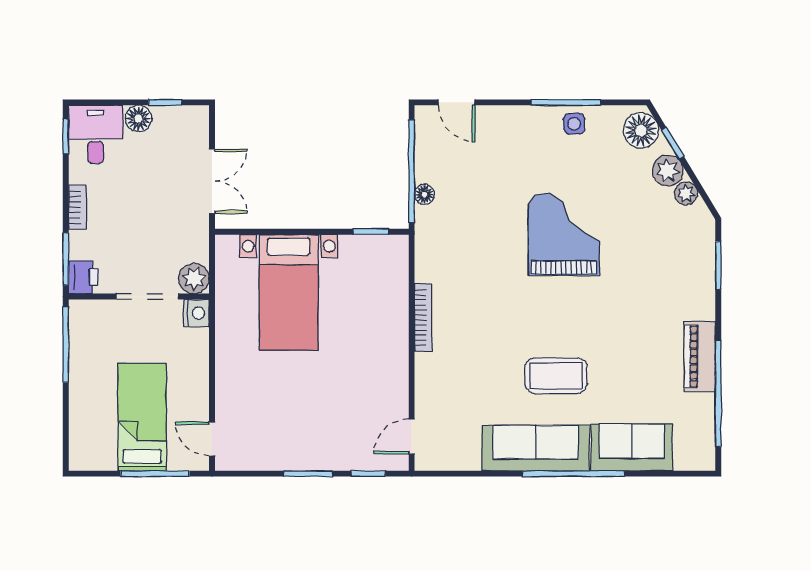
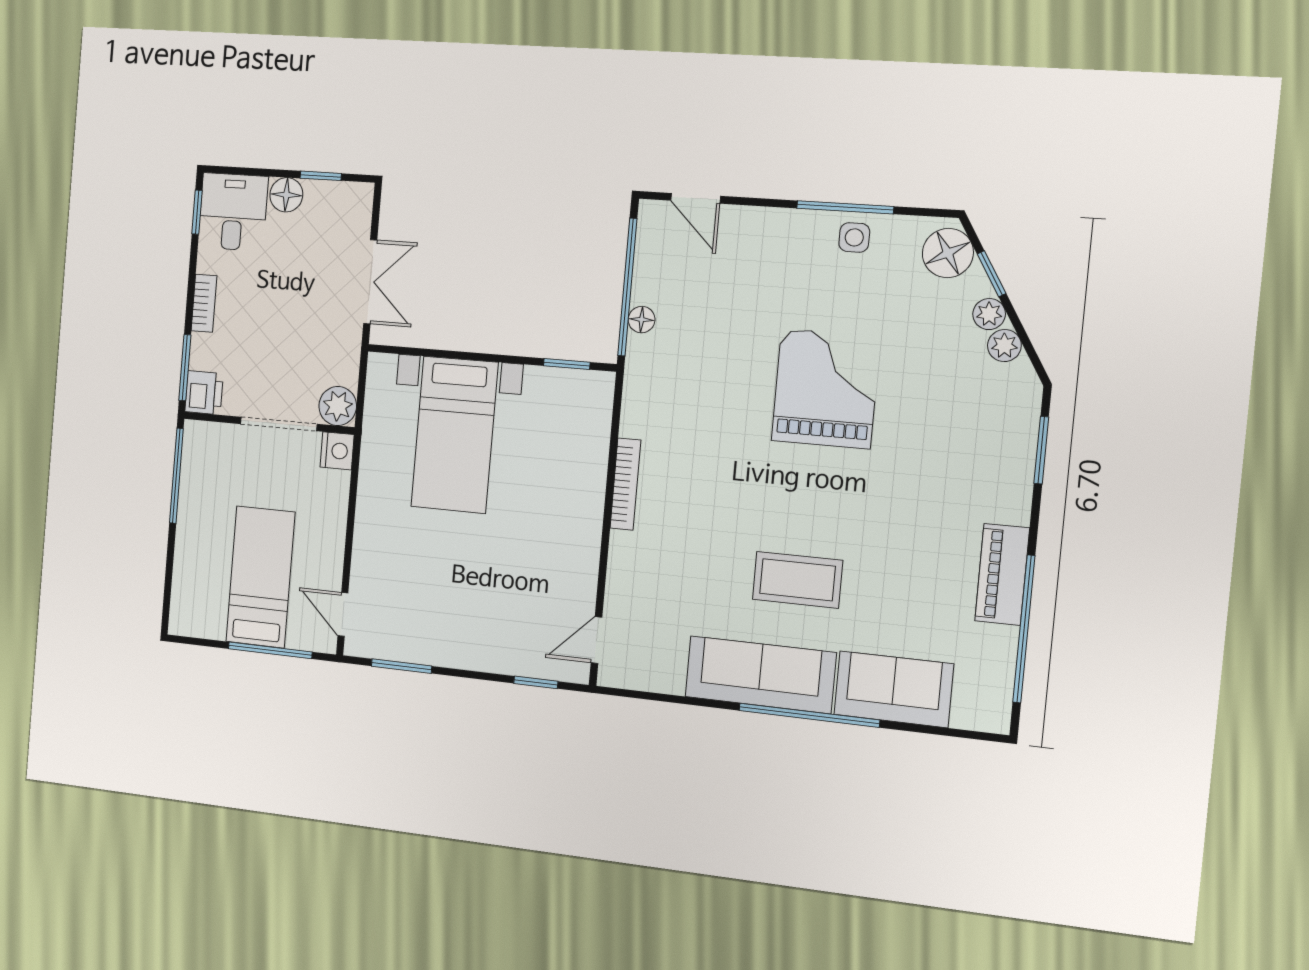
plant: (668, 171) -> (989, 314), width x0.73, depth x0.73
window: (308, 474) -> (402, 666), moved

